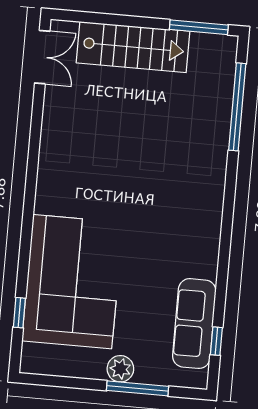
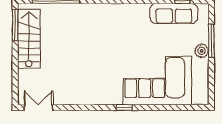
stairs: (133, 47) -> (29, 39), moved
window: (19, 313) -> (124, 108), moved

